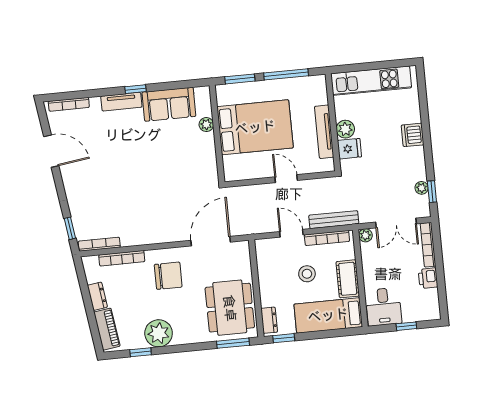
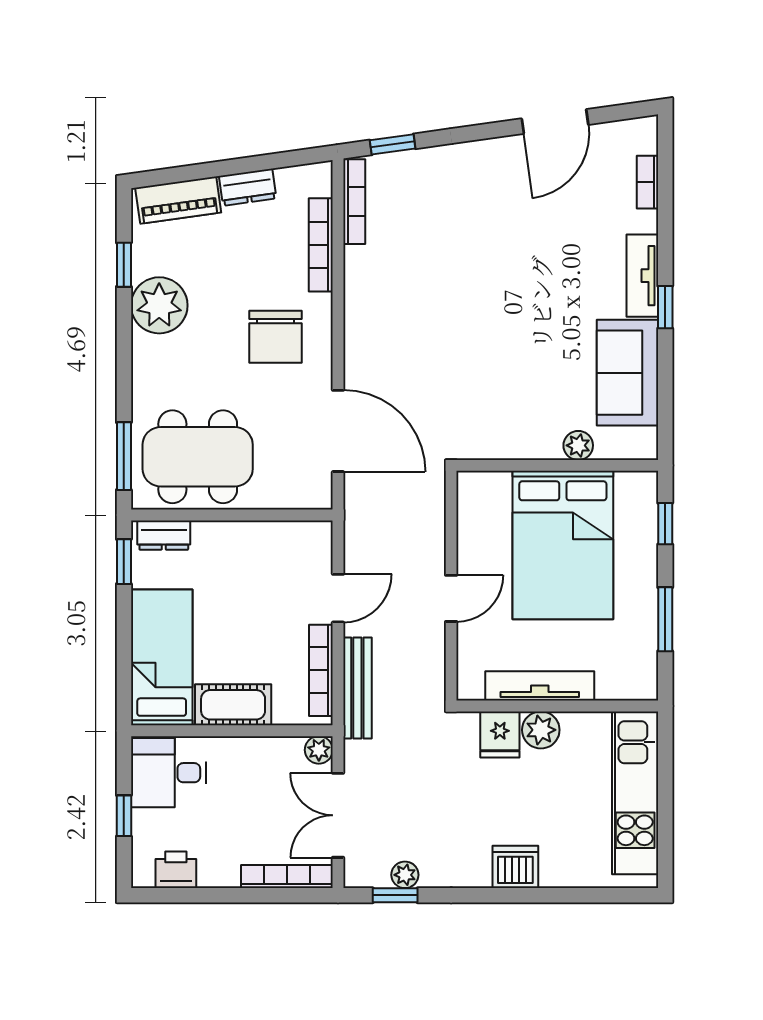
window: (286, 74) -> (665, 619), width x0.69
window: (240, 79) -> (665, 524), width x0.67
bookcase: (69, 104) -> (647, 182), width x0.64
stool: (307, 274) -> (252, 622), removed
printer: (428, 278) -> (176, 870), moved

